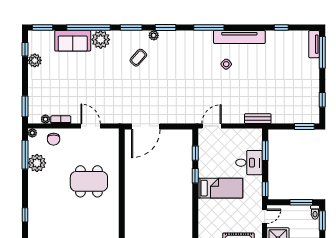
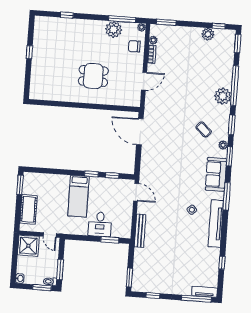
sofa: (73, 41) -> (216, 174), moved
bench: (258, 119) -> (140, 231), width x1.36
dining table: (89, 181) -> (93, 76), width x0.73
window: (265, 189) -> (75, 237), removed

